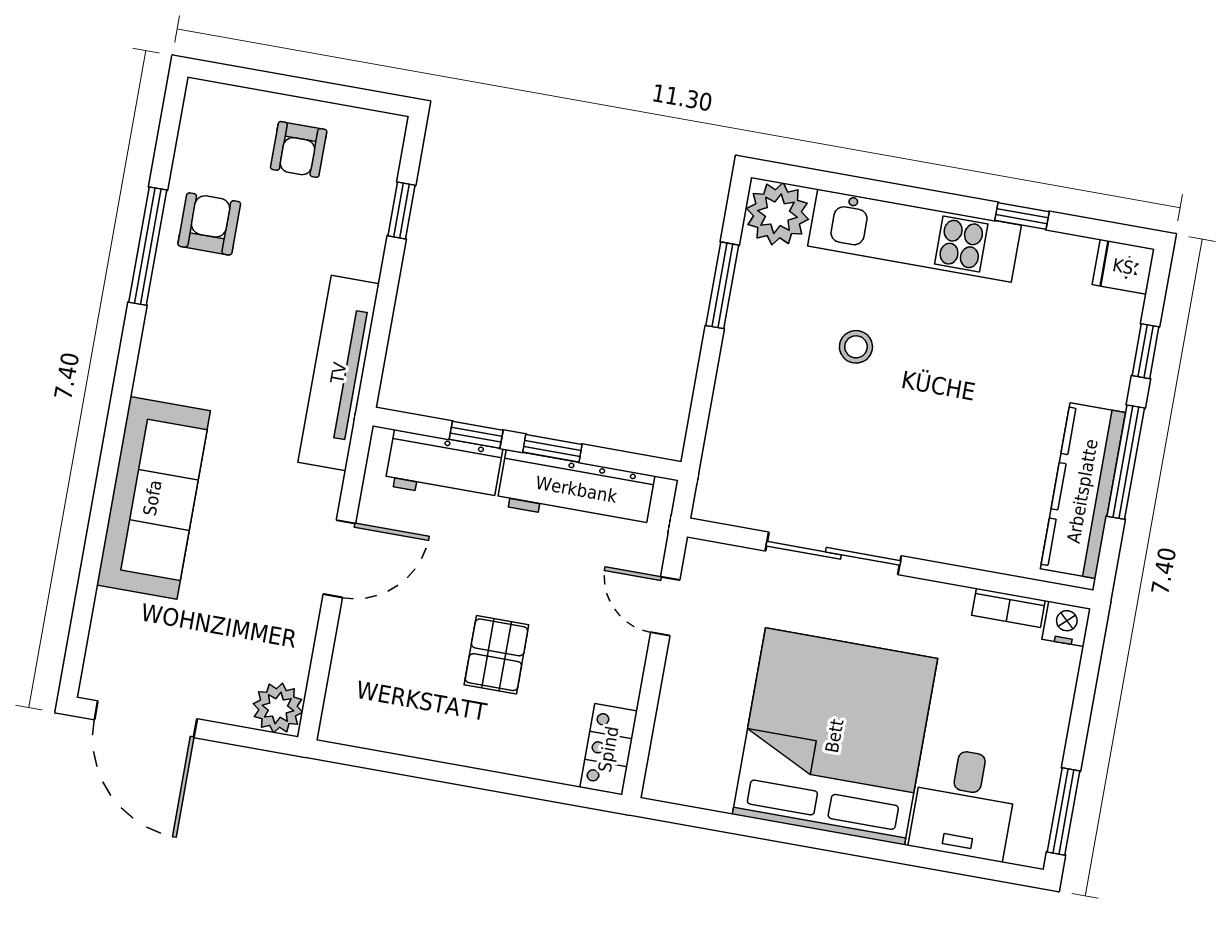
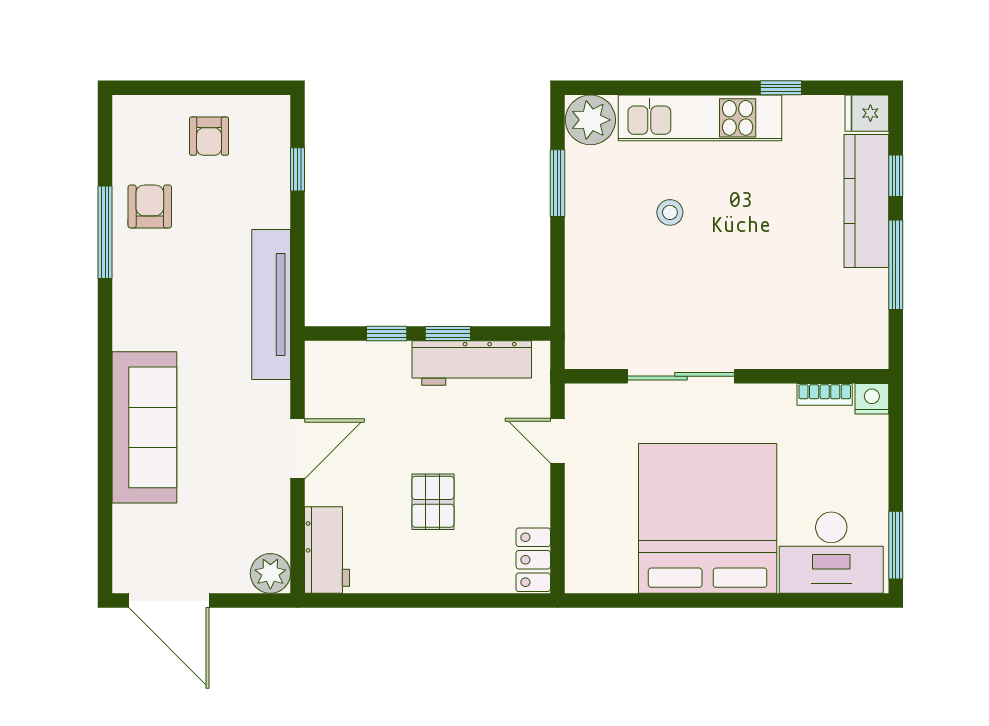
workbench: (444, 467) -> (327, 550), moved, turned -90
kitchen counter: (1083, 491) -> (866, 201), moved
desk: (964, 804) -> (831, 553), width x1.37

